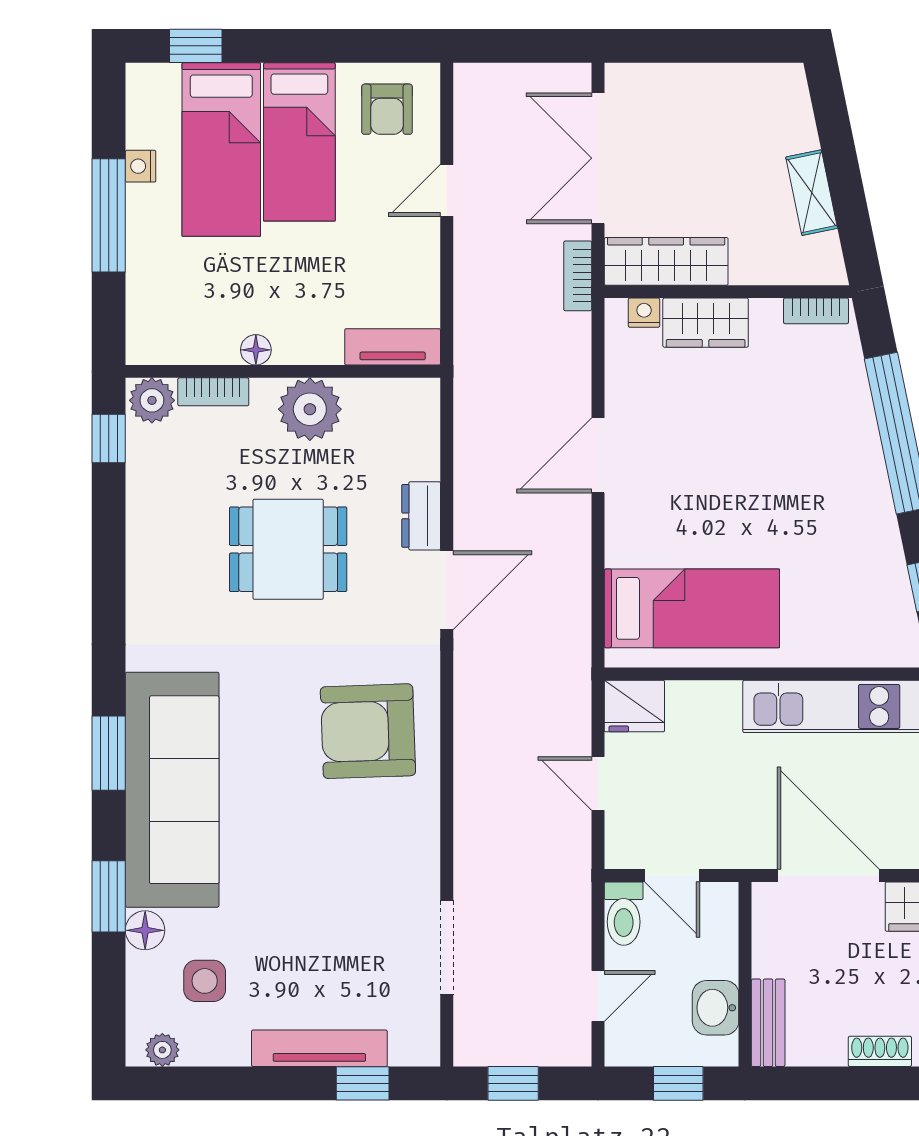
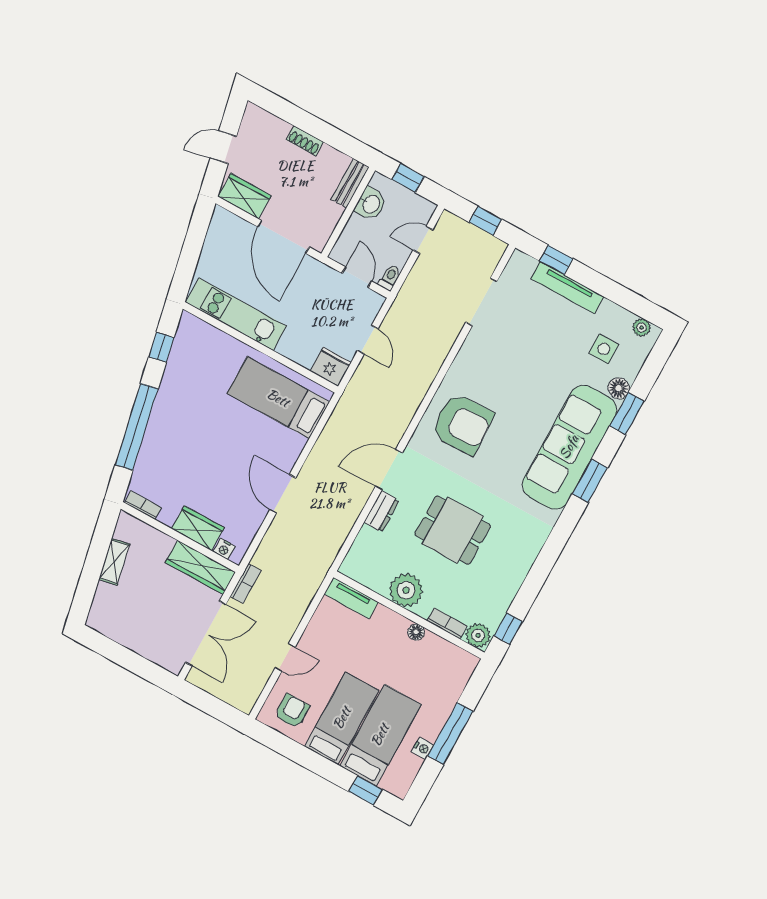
door: (598, 455) -> (283, 494), swing flipped
toilet: (624, 914) -> (390, 277), width x0.73, depth x0.72

